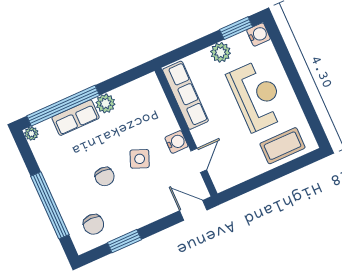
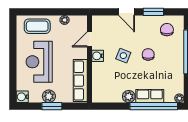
window: (236, 28) -> (52, 106), moved
plant: (247, 172) -> (65, 20), added
door: (193, 210) -> (127, 12), moved

